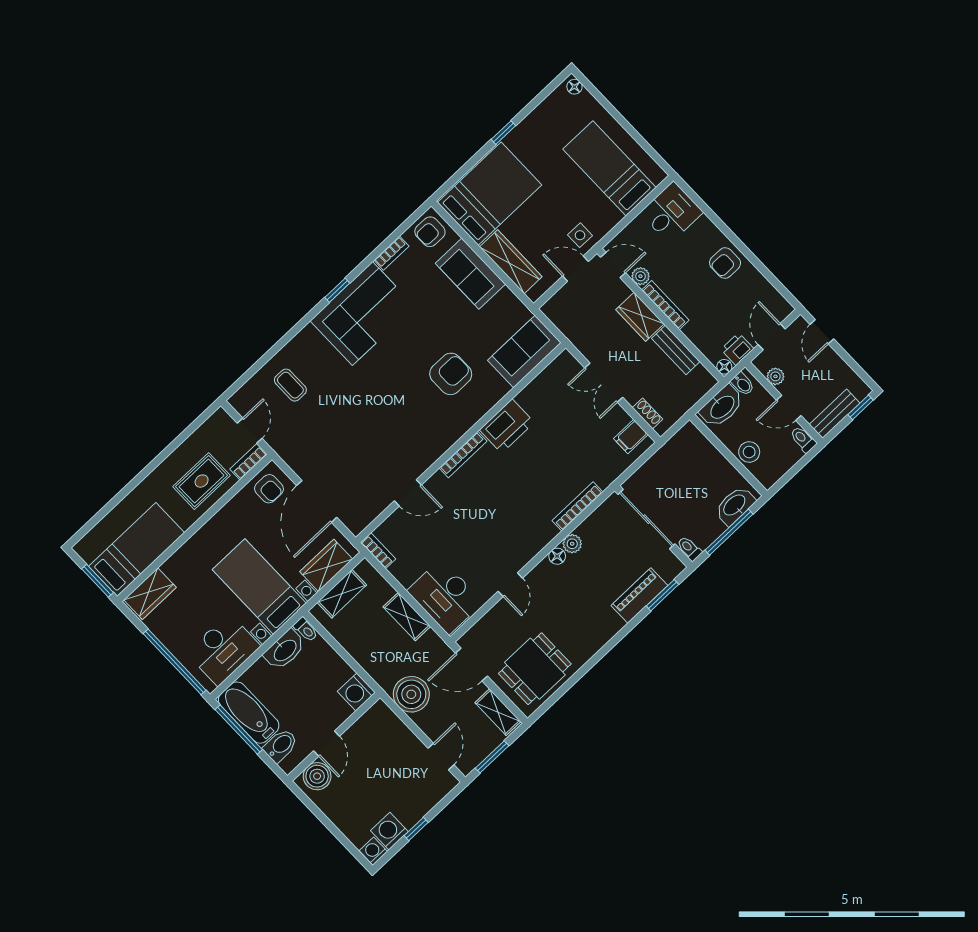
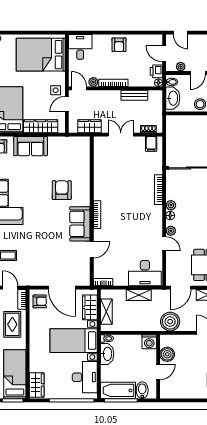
bed: (609, 168) -> (41, 55), width x1.50
door: (613, 265) -> (79, 88), hinge flipped
wardrobe: (640, 317) -> (89, 126), moved, turned 180
sofa: (524, 352) -> (80, 224), moved
double door: (604, 383) -> (121, 135), swing flipped
printer: (507, 426) -> (102, 188), removed
plant: (537, 577) -> (171, 231), added
door: (327, 744) -> (158, 372), hinge flipped
boiler: (317, 776) -> (167, 354), moved

